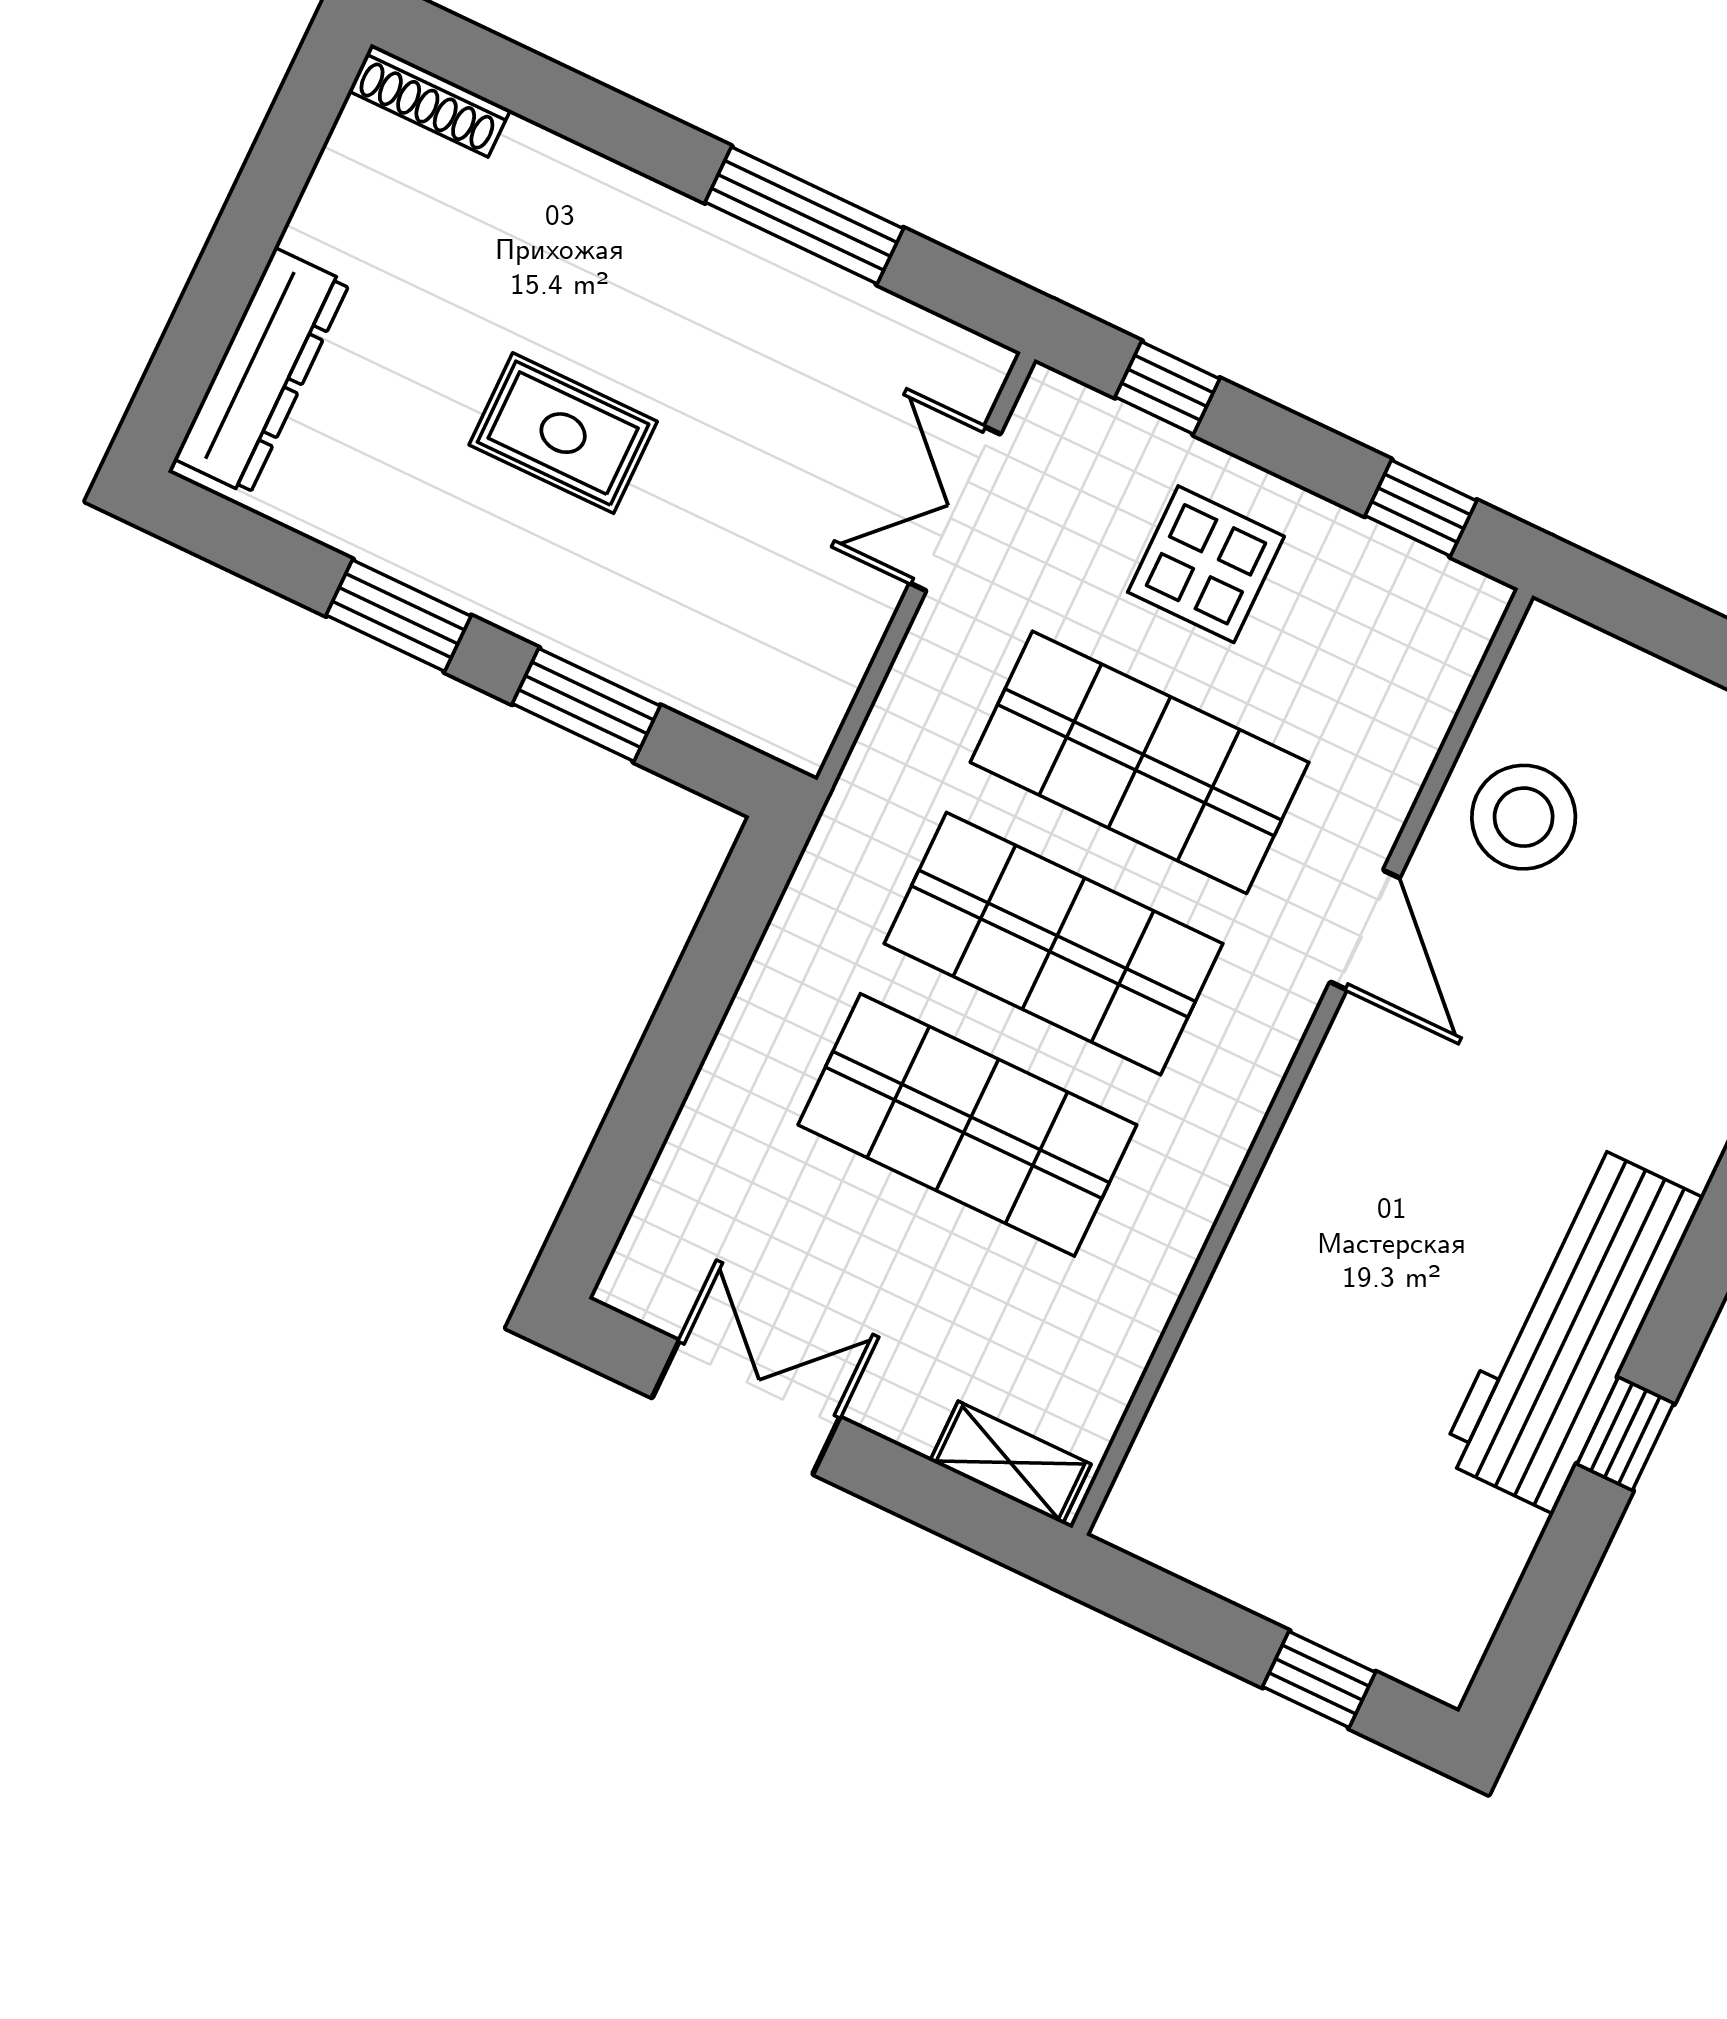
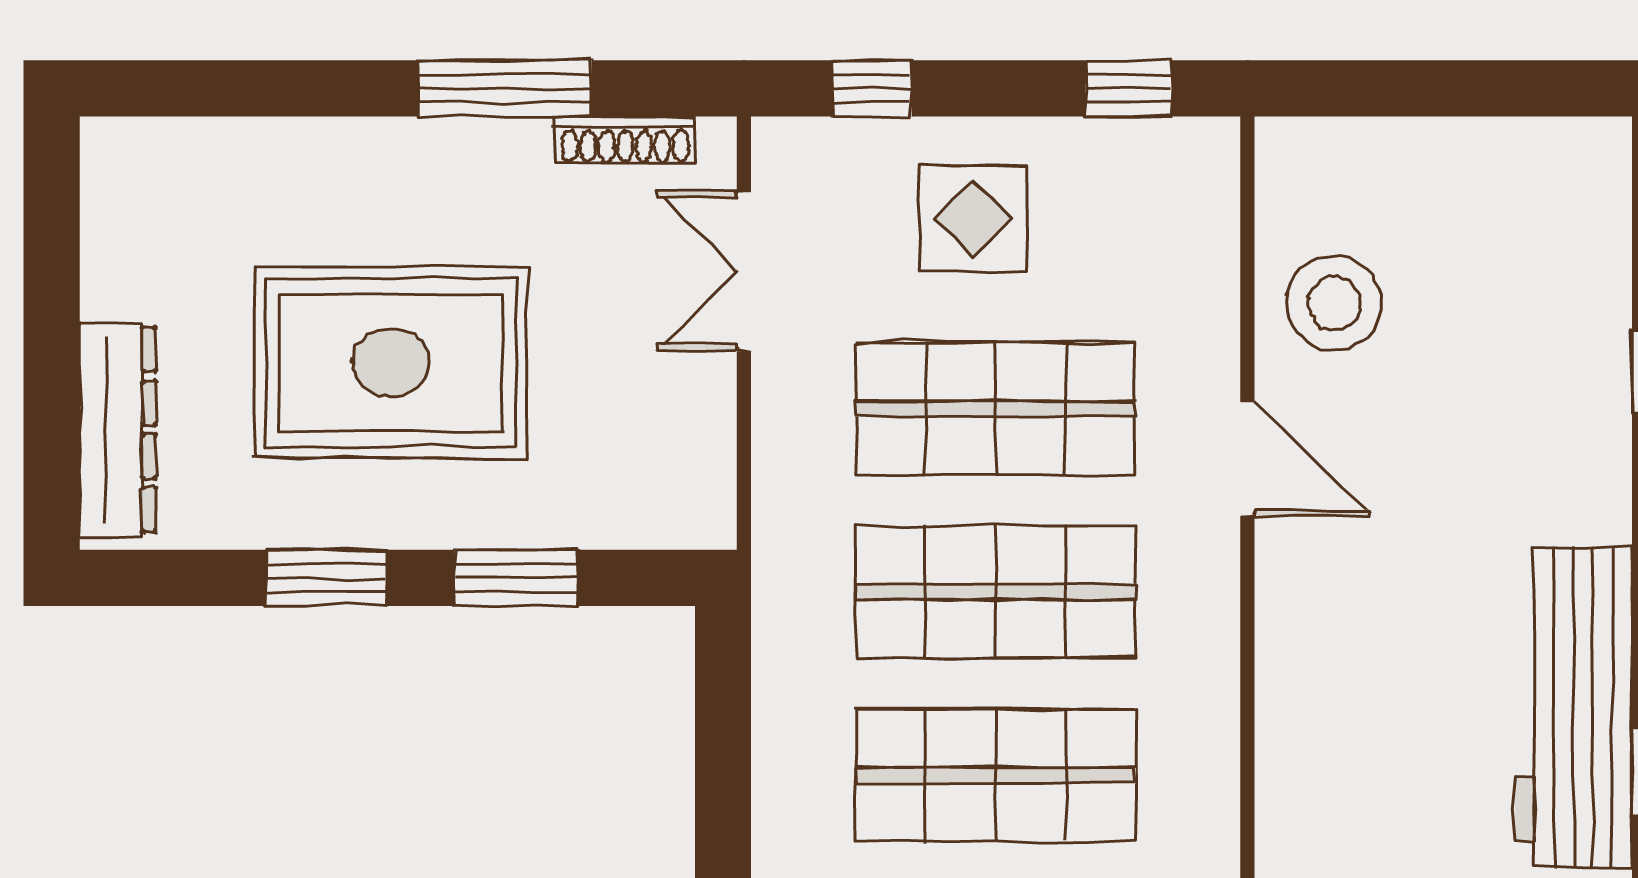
shoe rack: (430, 100) -> (625, 140), moved
rug: (563, 433) -> (391, 363), width x1.86, depth x2.06

